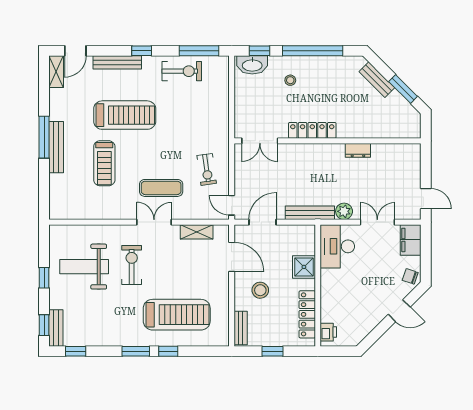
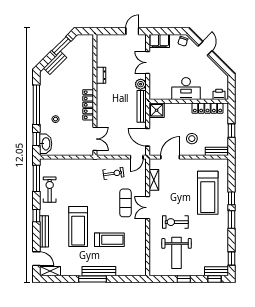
treadmill: (125, 115) -> (78, 227), turned 180
desk: (337, 246) -> (186, 89), moved
shower: (304, 267) -> (157, 110), moved
treadmill: (177, 315) -> (208, 193), turned 180

